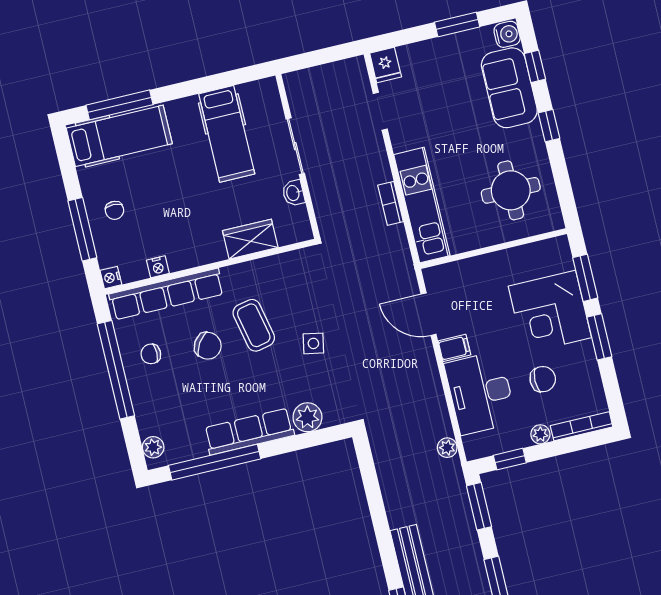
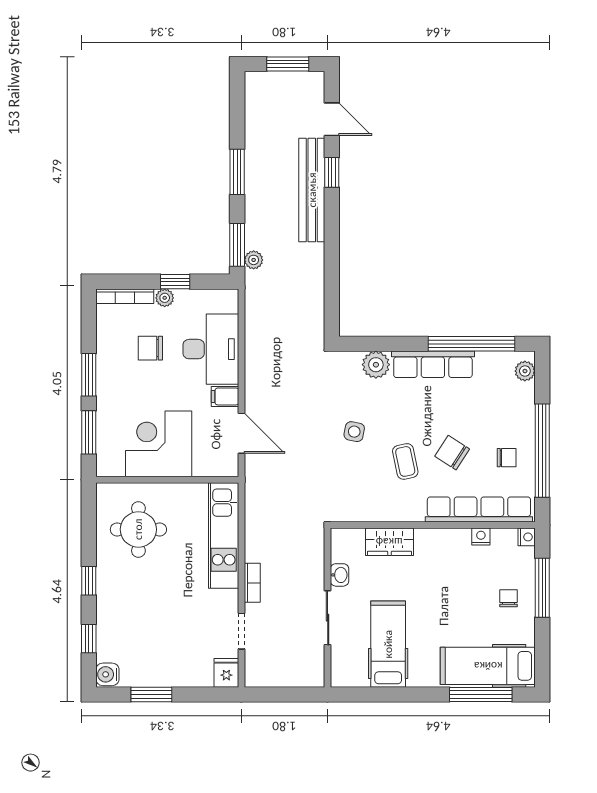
sofa: (509, 88) -> (117, 624), removed
bookcase: (391, 203) -> (252, 583), moved
corner desk: (550, 312) -> (159, 444), moved, turned -90
coffee table: (254, 325) -> (405, 461), width x0.73, depth x0.77
plant: (447, 448) -> (254, 260), moved
window: (510, 459) -> (175, 282), moved

